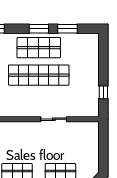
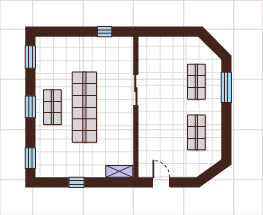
window: (67, 29) -> (30, 57), moved
shop shelf: (39, 48) -> (52, 107), width x0.70, depth x0.74

